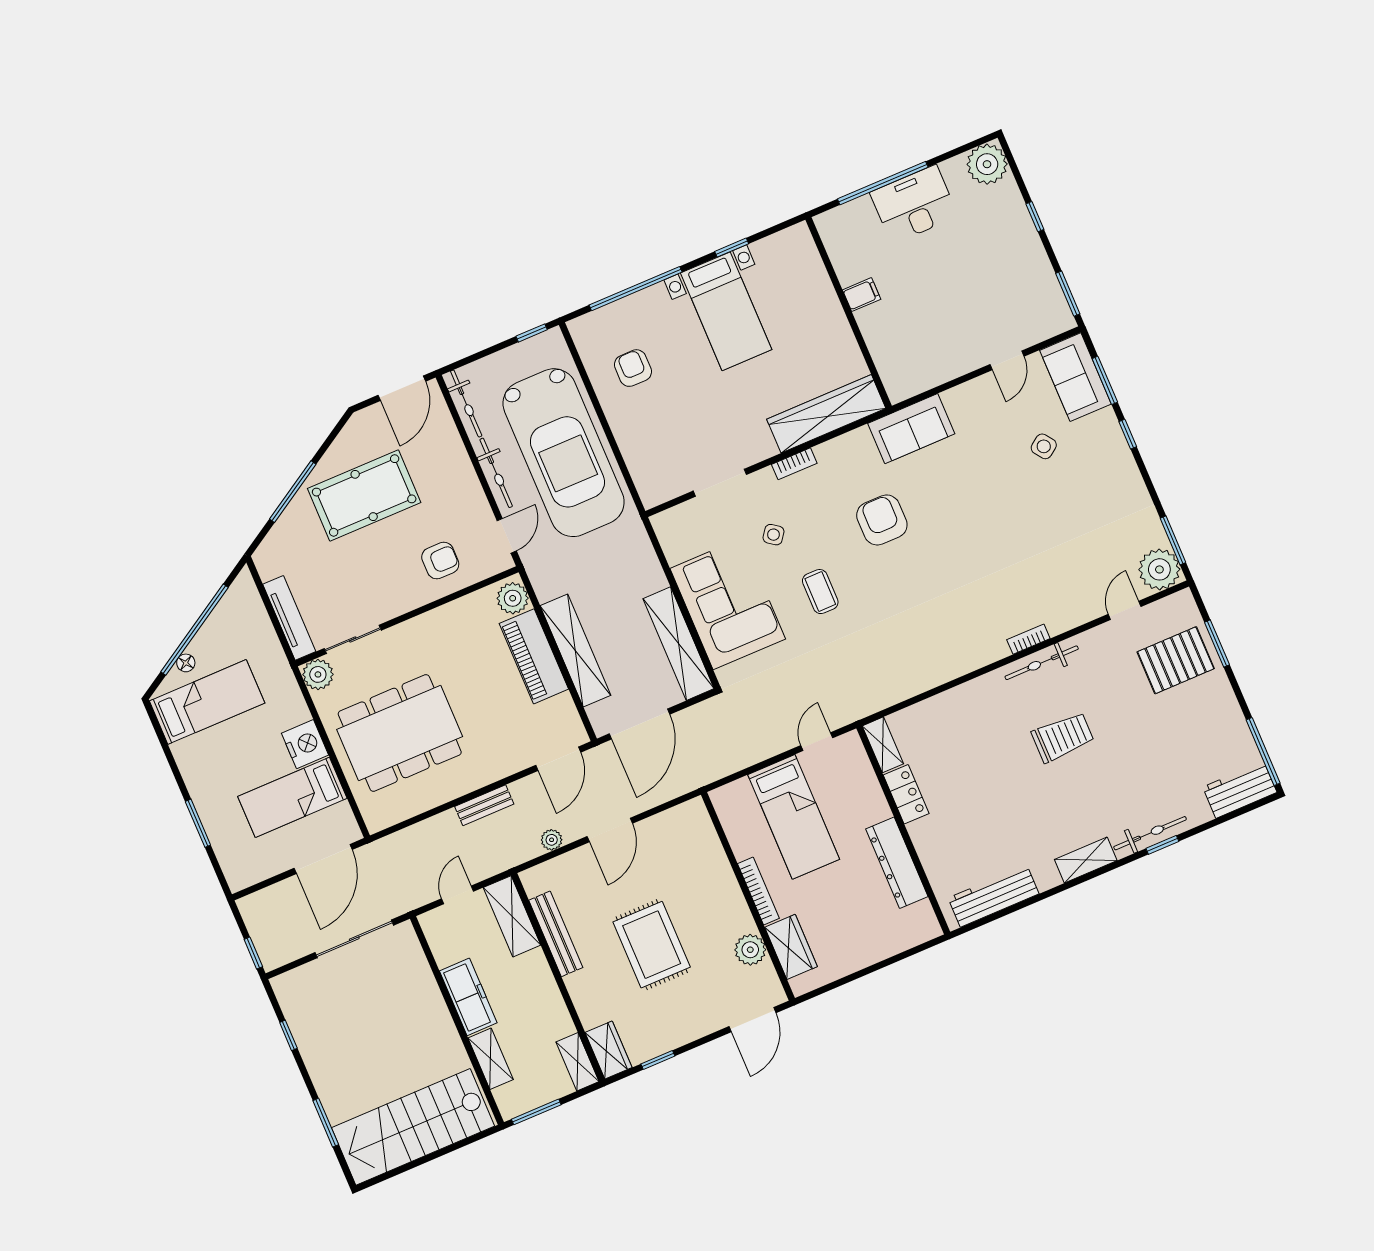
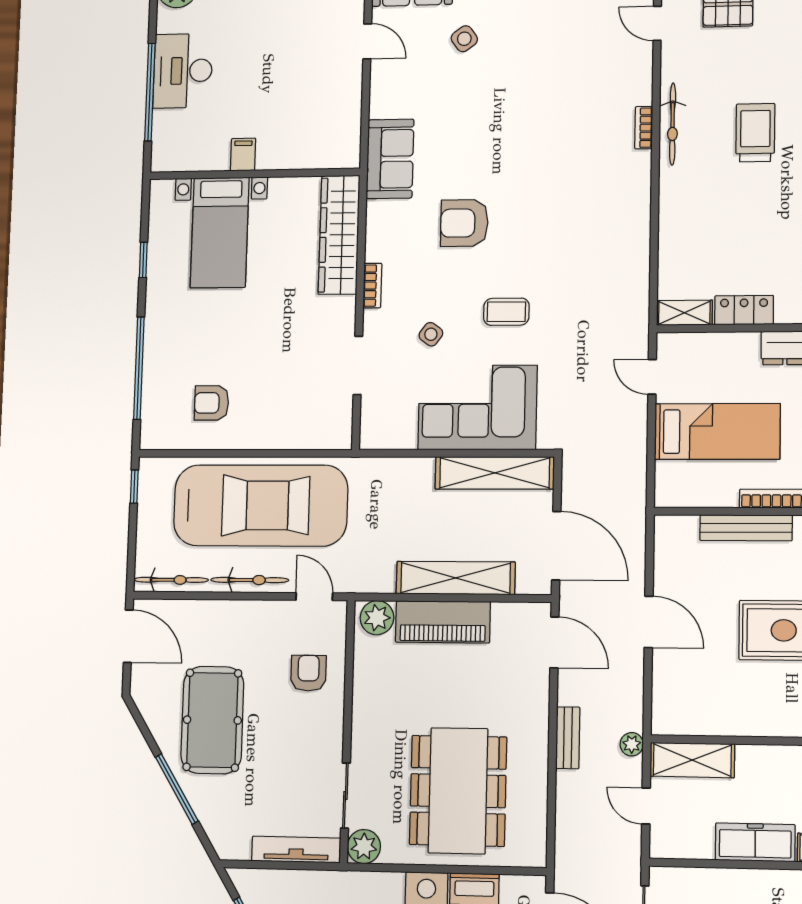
bed with nightstands: (726, 311) -> (220, 233), moved, turned 90
plant: (552, 840) -> (632, 744), moved
bench: (556, 934) -> (746, 528), moved

